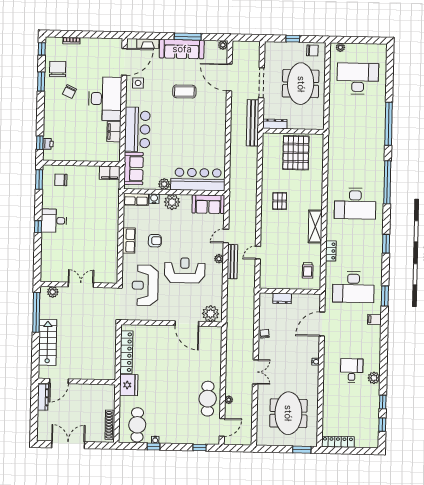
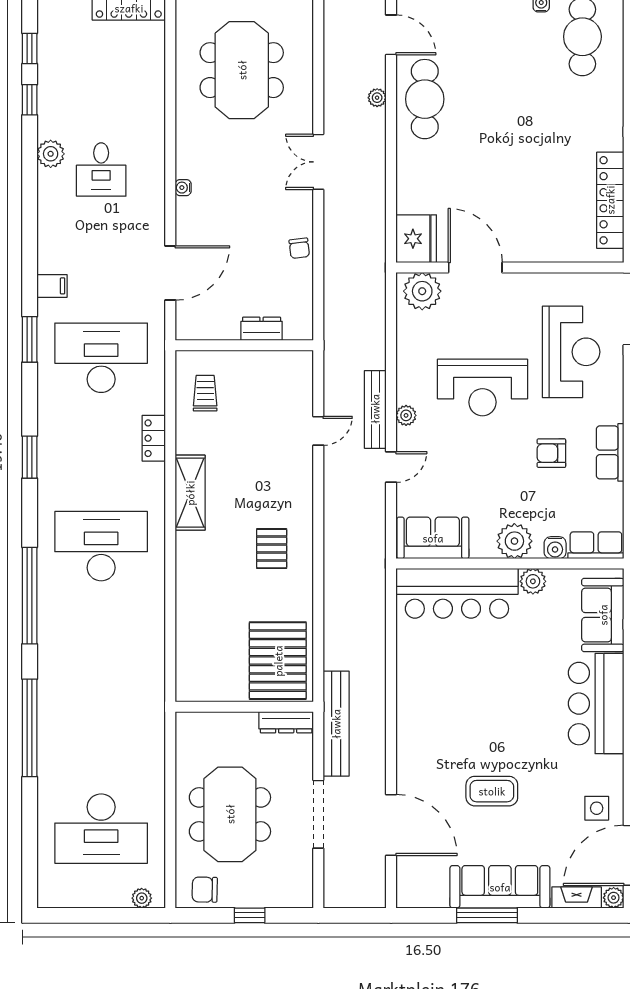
plant: (223, 45) -> (614, 898), moved
pallet: (296, 153) -> (278, 661), moved
fridge: (129, 385) -> (416, 239), moved, turned 180
door: (222, 427) -> (391, 35), swing flipped

